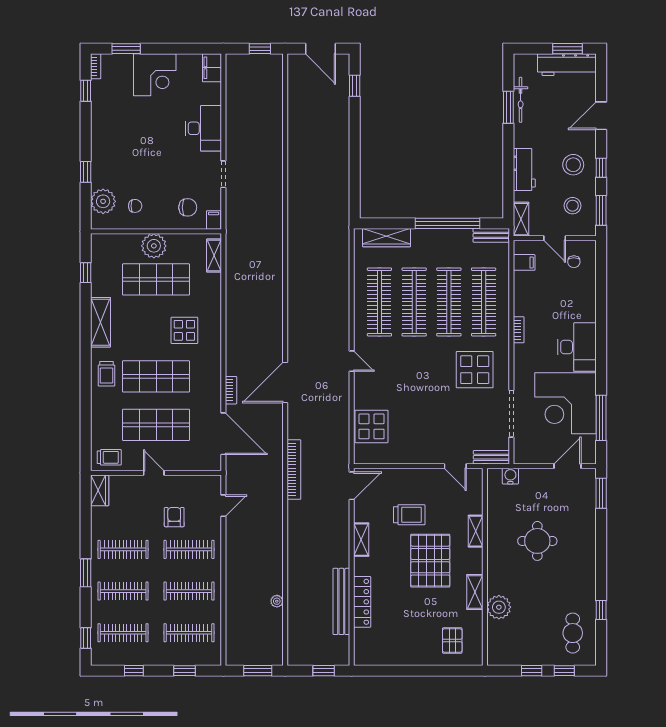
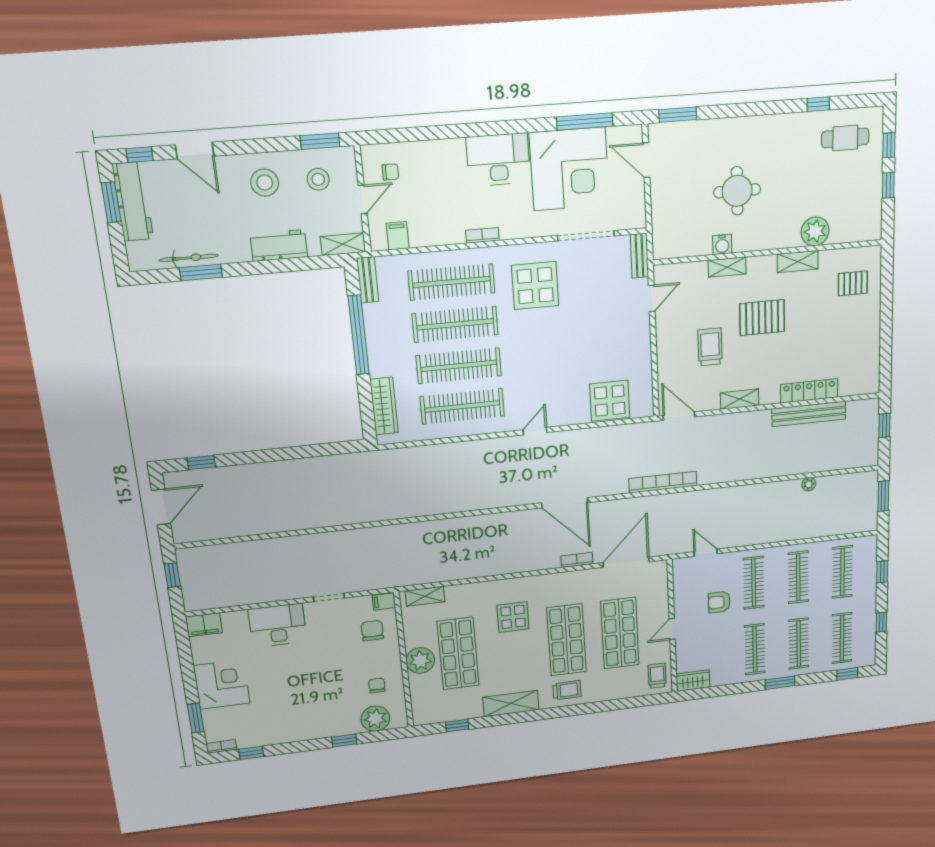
window: (601, 168) -> (140, 155), moved
water cooler: (510, 476) -> (722, 244), moved, turned -90
pallet: (430, 561) -> (762, 318), width x0.73, depth x0.71

